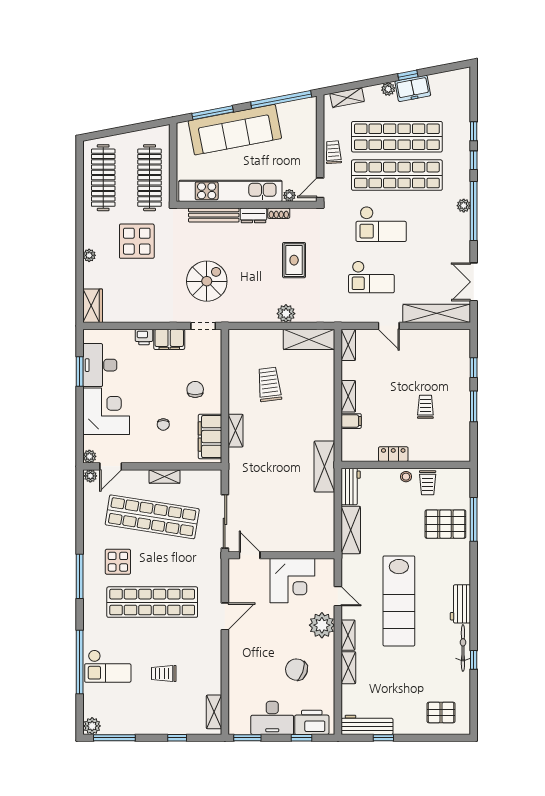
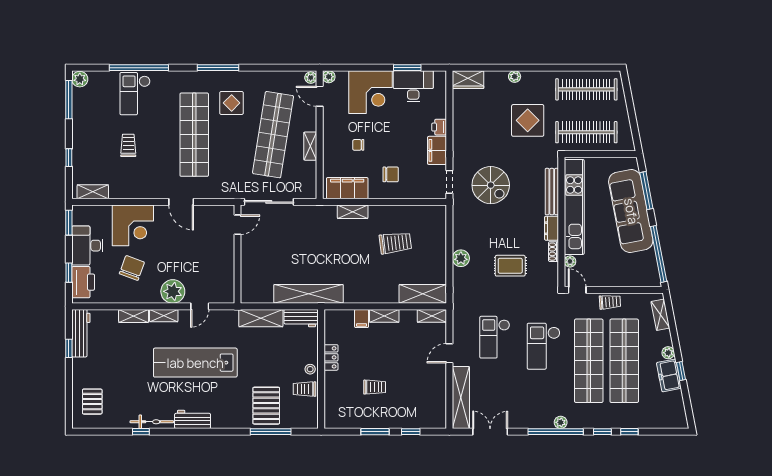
shelving: (309, 339) -> (423, 294), moved, turned 90
shelving: (324, 466) -> (308, 294), width x1.47
corner desk: (292, 581) -> (133, 225), moved, turned -90

